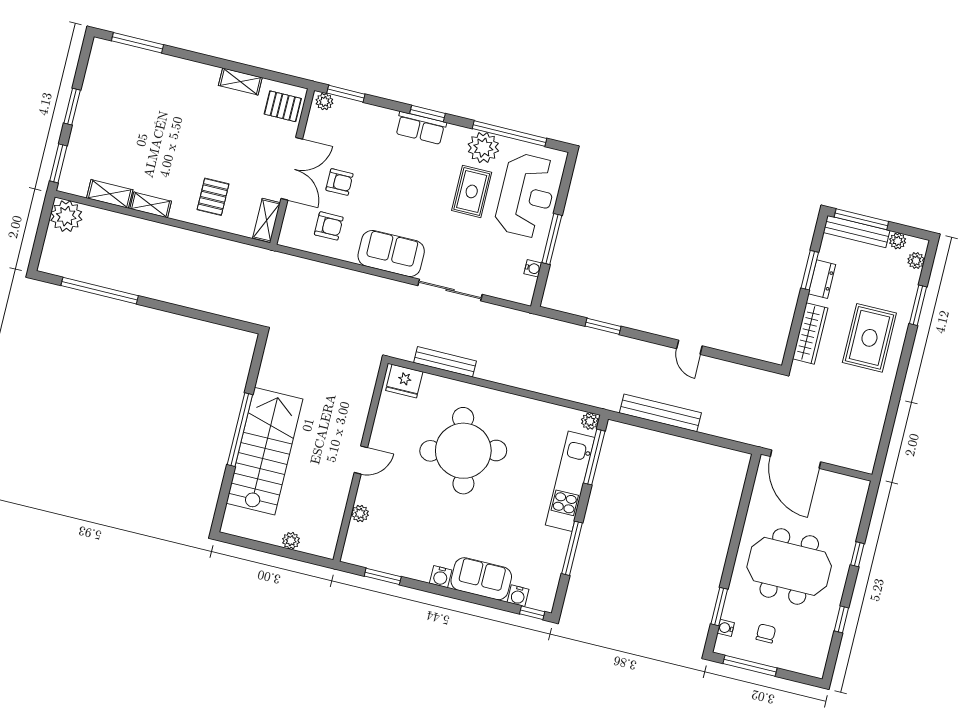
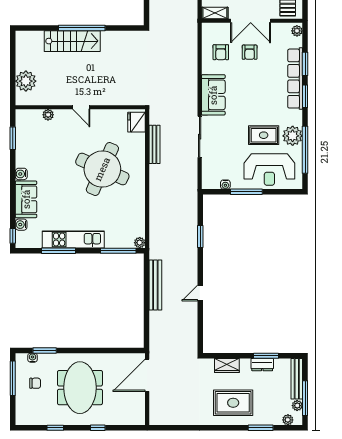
window: (346, 94) -> (305, 64), moved
row of seats: (421, 128) -> (295, 79), width x2.02
window: (861, 219) -> (305, 398), moved
wardrobe: (810, 333) -> (227, 365), width x0.67
stairs: (264, 451) -> (72, 41), width x0.73, depth x0.66
round table: (463, 451) -> (102, 169), turned 38
kitchen unit: (570, 481) -> (73, 240), moved
plant: (291, 541) -> (26, 81), width x1.88, depth x1.88

